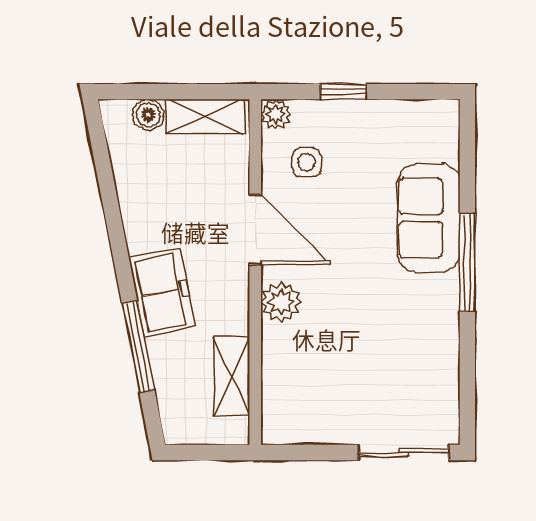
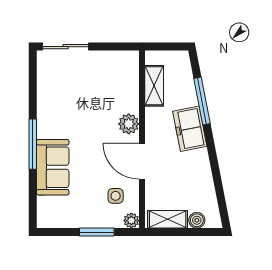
window: (343, 92) -> (97, 232), width x1.50

